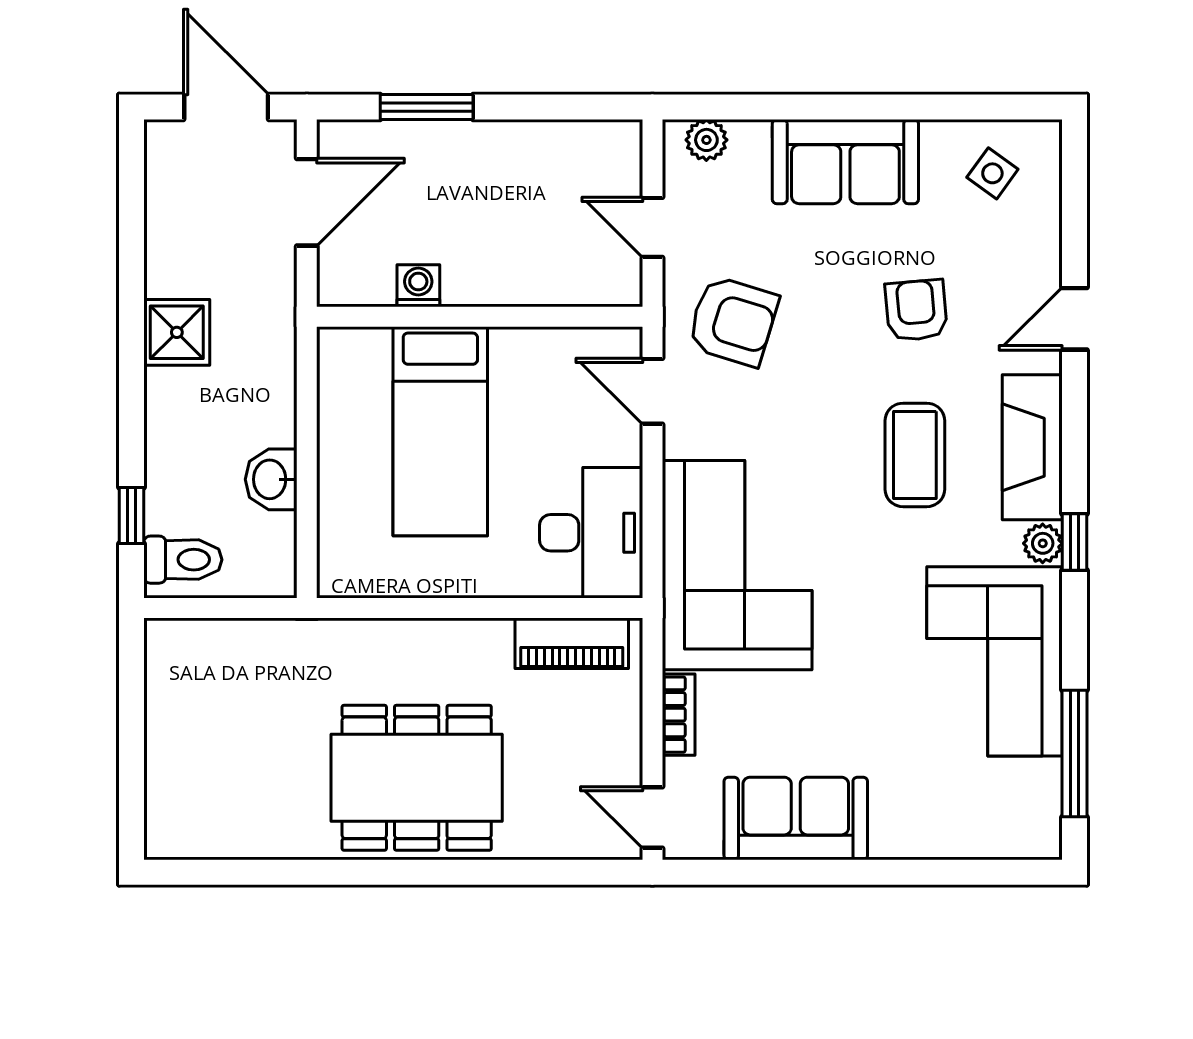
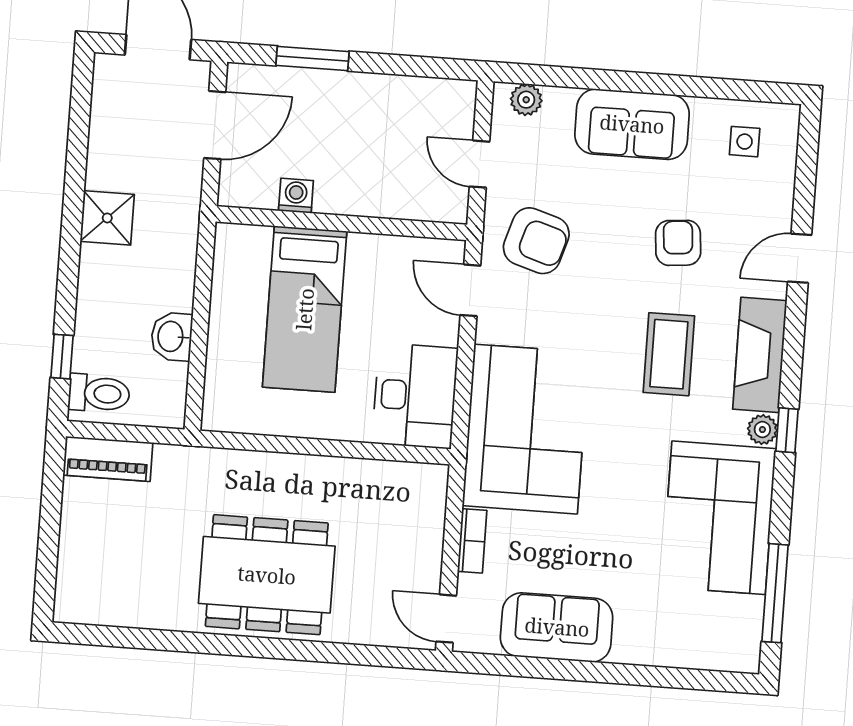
side table: (992, 173) -> (745, 142), turned -36
piano: (572, 643) -> (108, 459), moved

